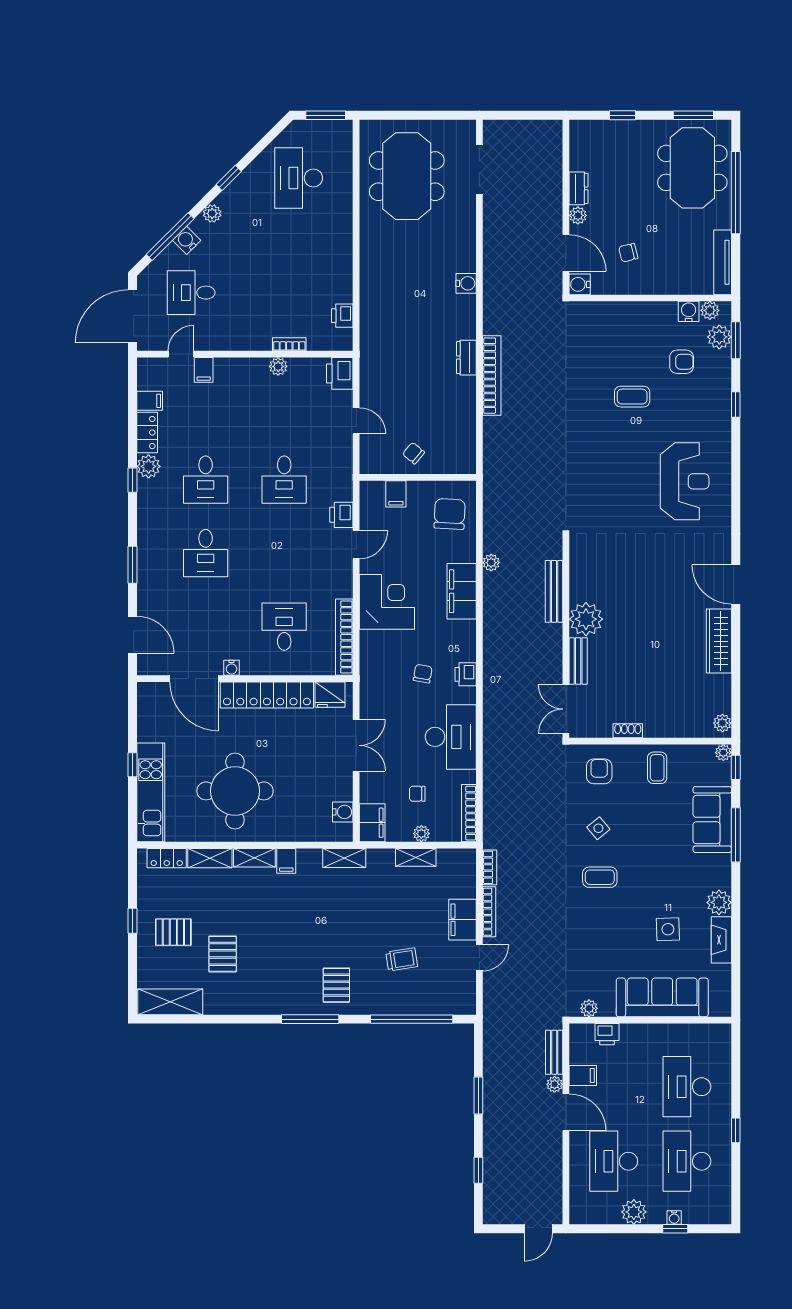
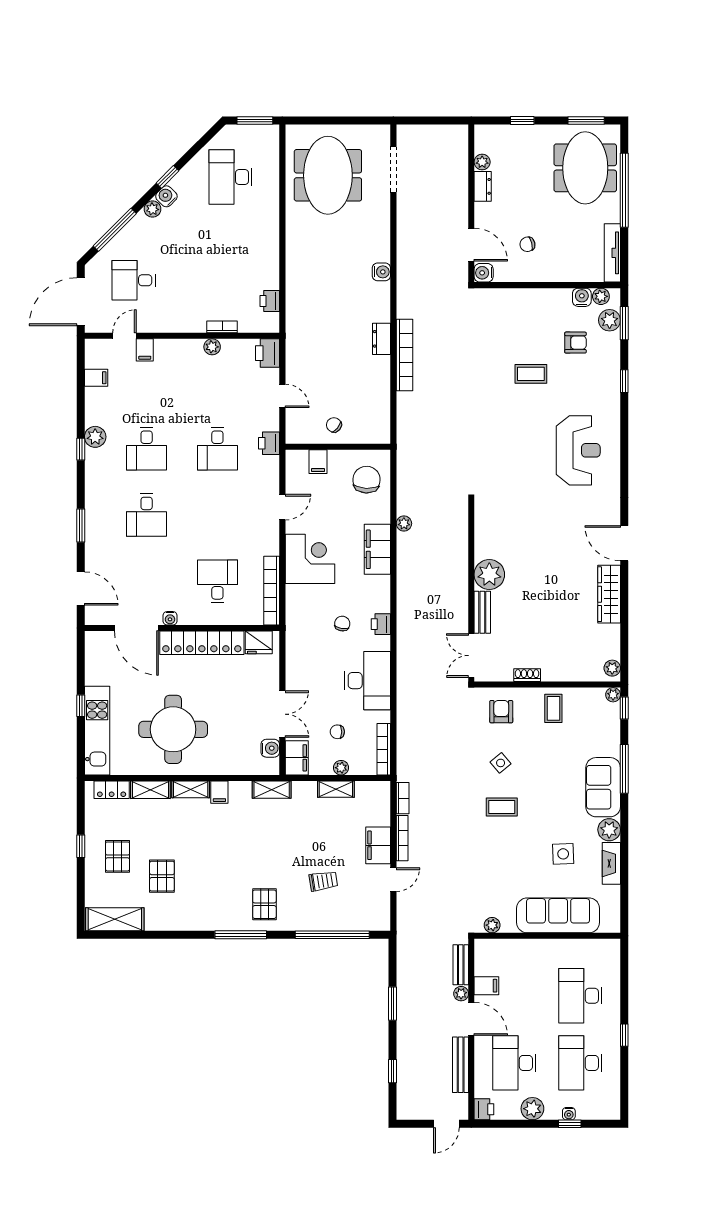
plant: (578, 215) -> (482, 162), moved
water cooler: (187, 240) -> (166, 196), moved
locker: (147, 433) -> (94, 406), removed
printer: (341, 515) -> (269, 443), moved
bench: (554, 591) -> (461, 1065), moved
double door: (356, 745) -> (282, 714), moved
sofa: (712, 820) -> (603, 787), moved
pallet: (173, 932) -> (118, 856), turned 90
printer: (607, 1034) -> (484, 1109), moved, turned -90

